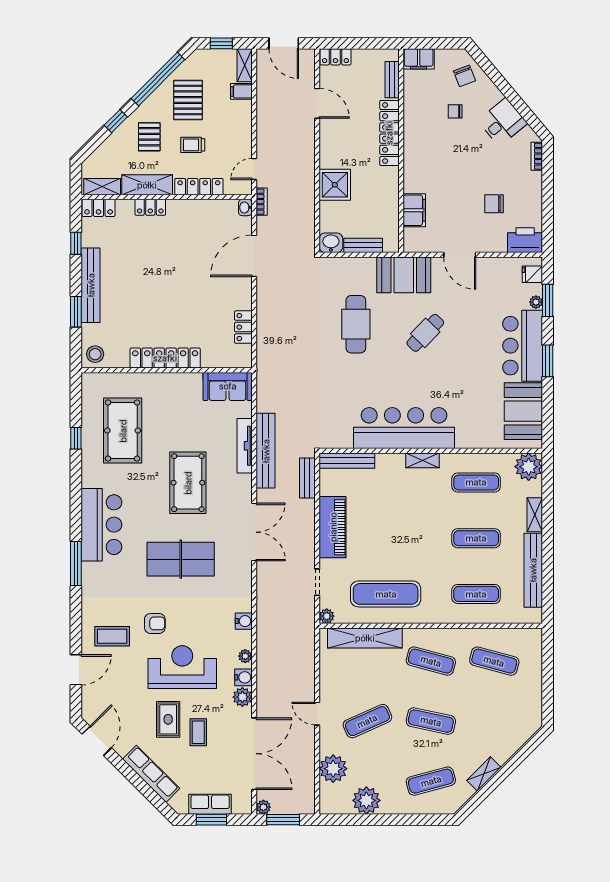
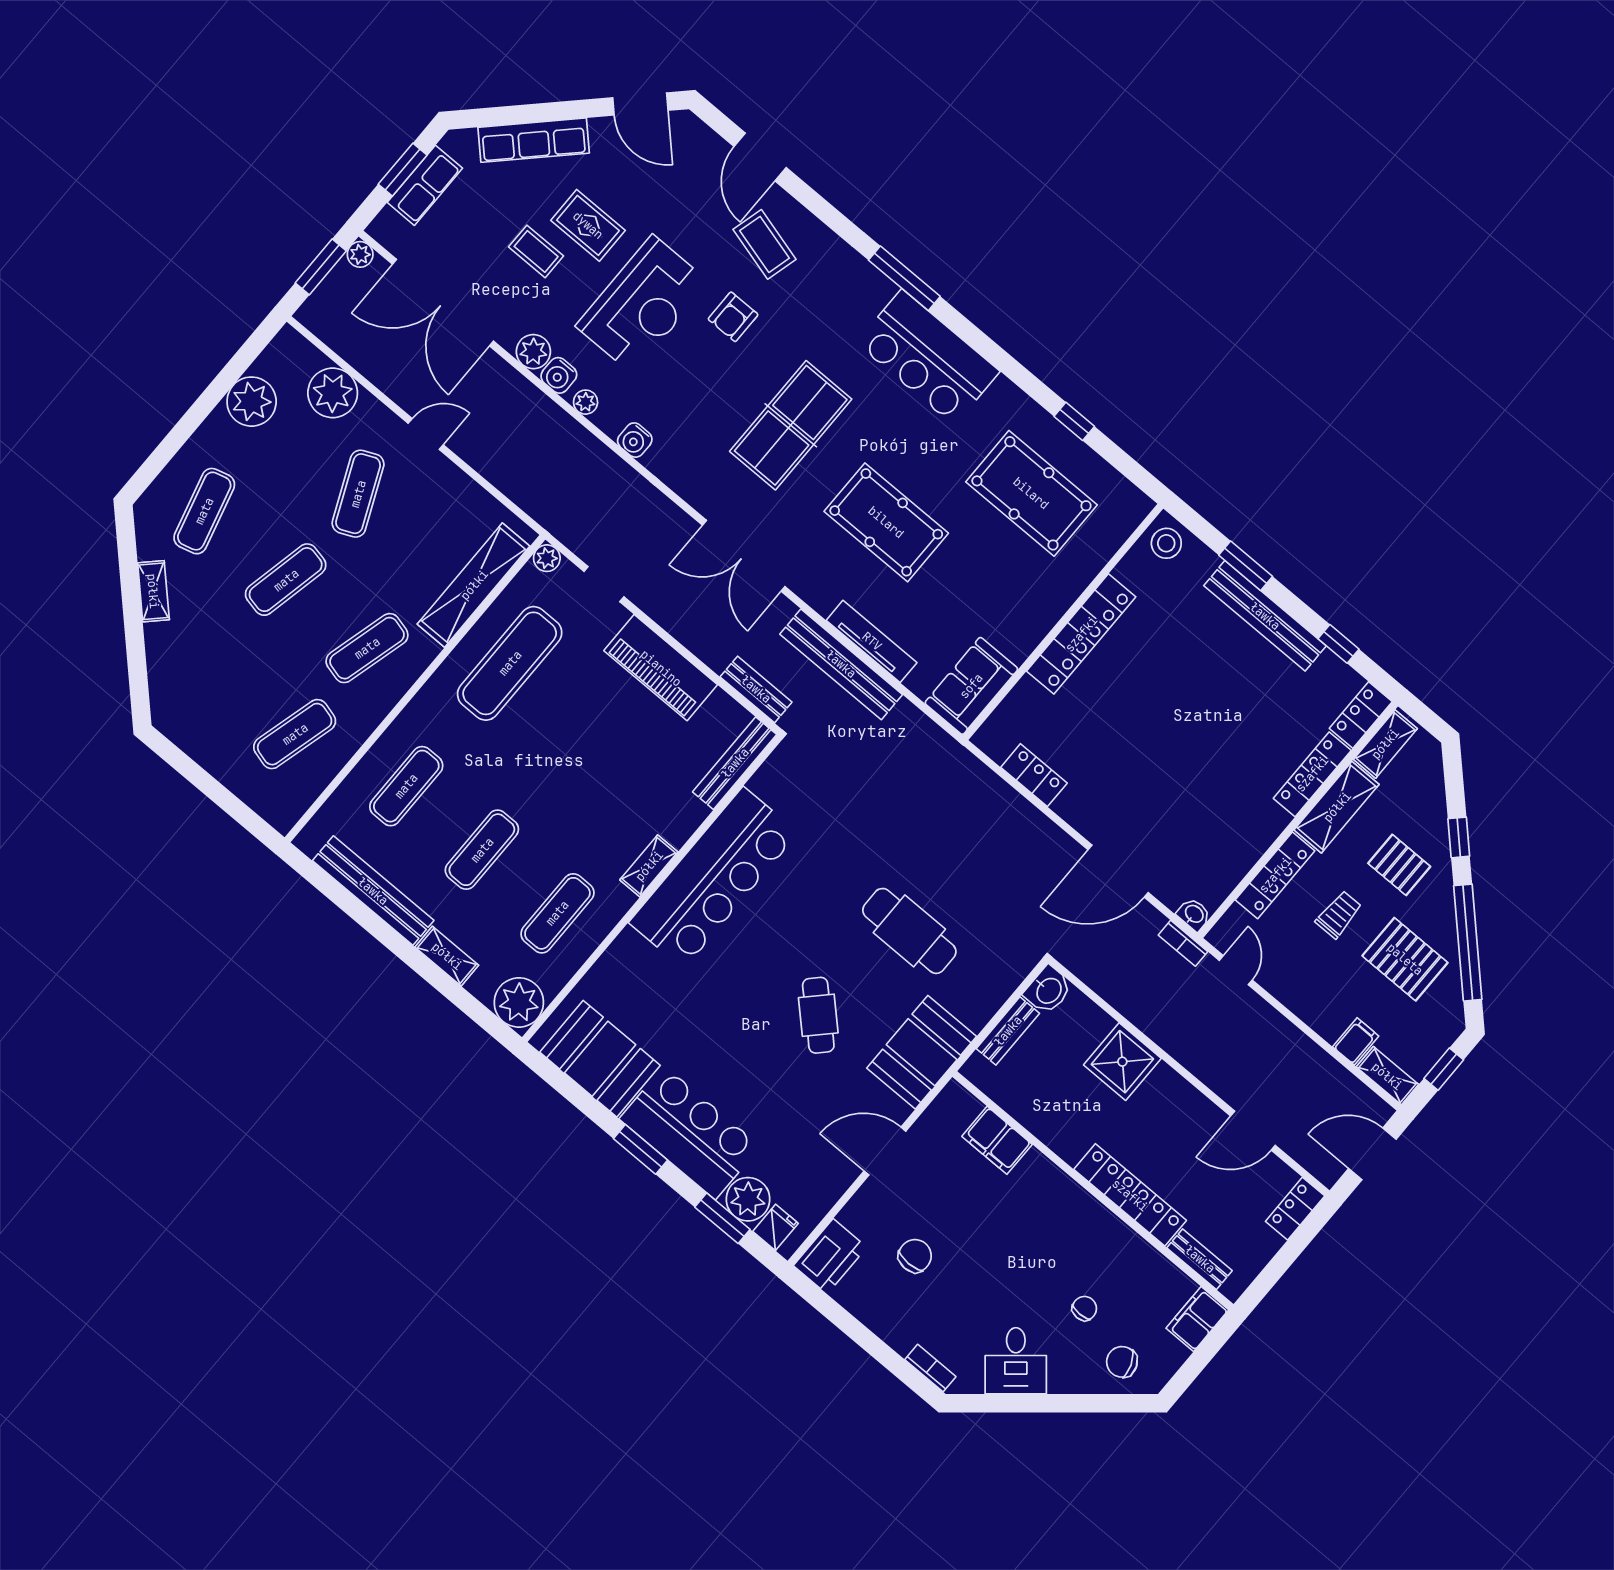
locker: (150, 207) -> (1312, 774), width x1.53
door: (254, 256) -> (1118, 871), swing flipped
plant: (536, 302) -> (748, 1199), width x1.87, depth x1.87
coffee table: (112, 636) -> (765, 244), turned -75

